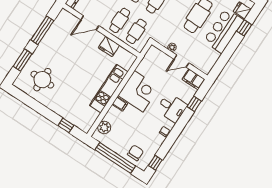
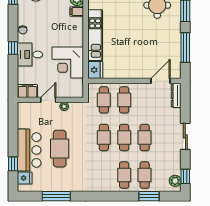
door: (90, 23) -> (160, 81), moved
fridge: (109, 46) -> (95, 70), moved, turned 90
corner desk: (139, 91) -> (68, 62), moved
filing cabinet: (120, 104) -> (77, 12), moved
window: (194, 104) -> (13, 48), moved

